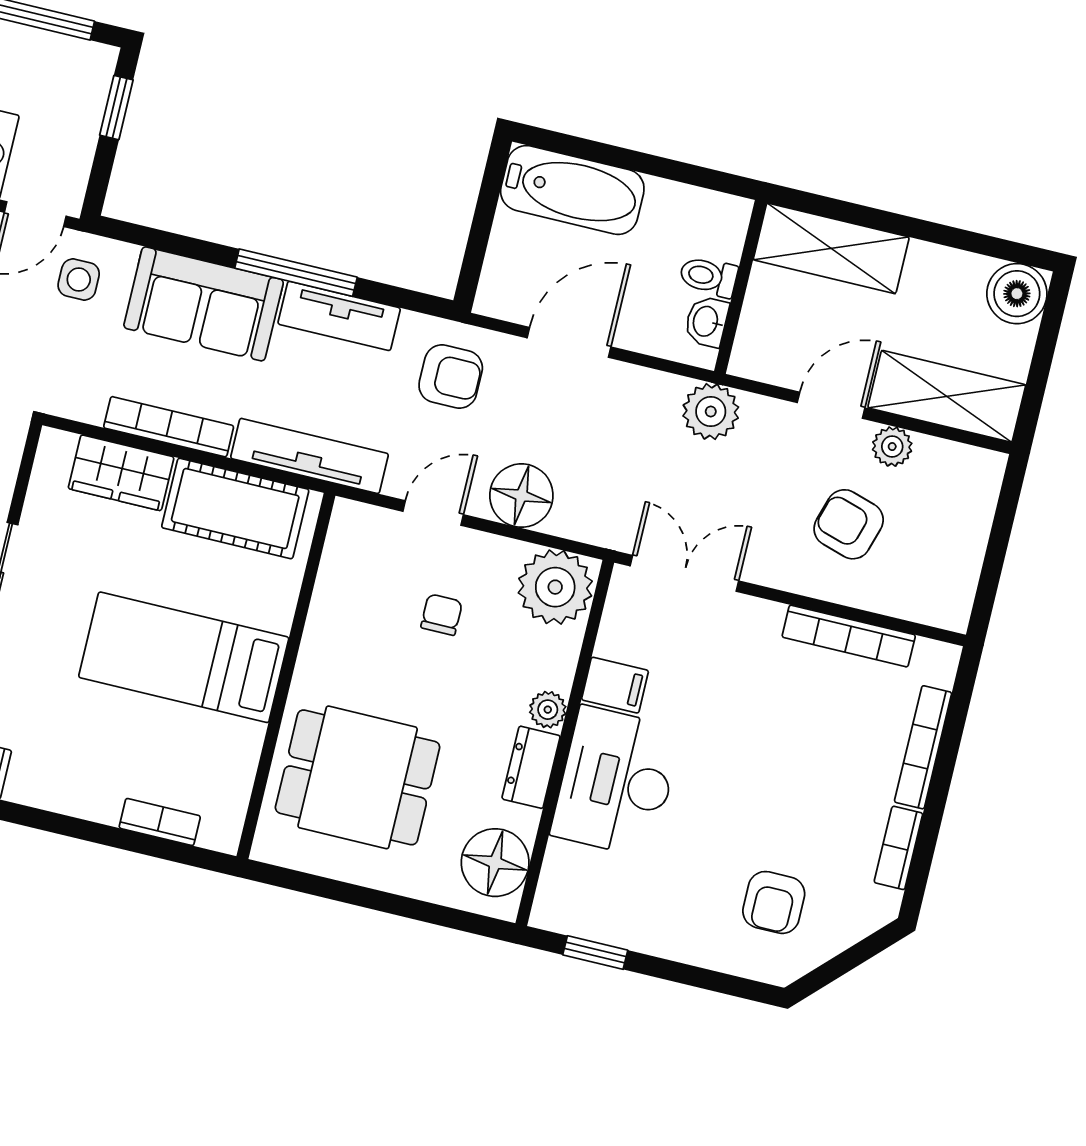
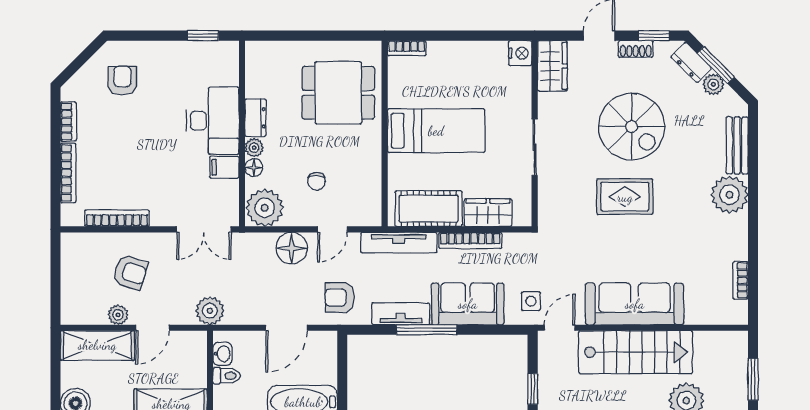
bookcase: (160, 822) -> (407, 48), moved
floor lamp: (495, 863) -> (254, 168), moved, width x0.53, depth x0.53

